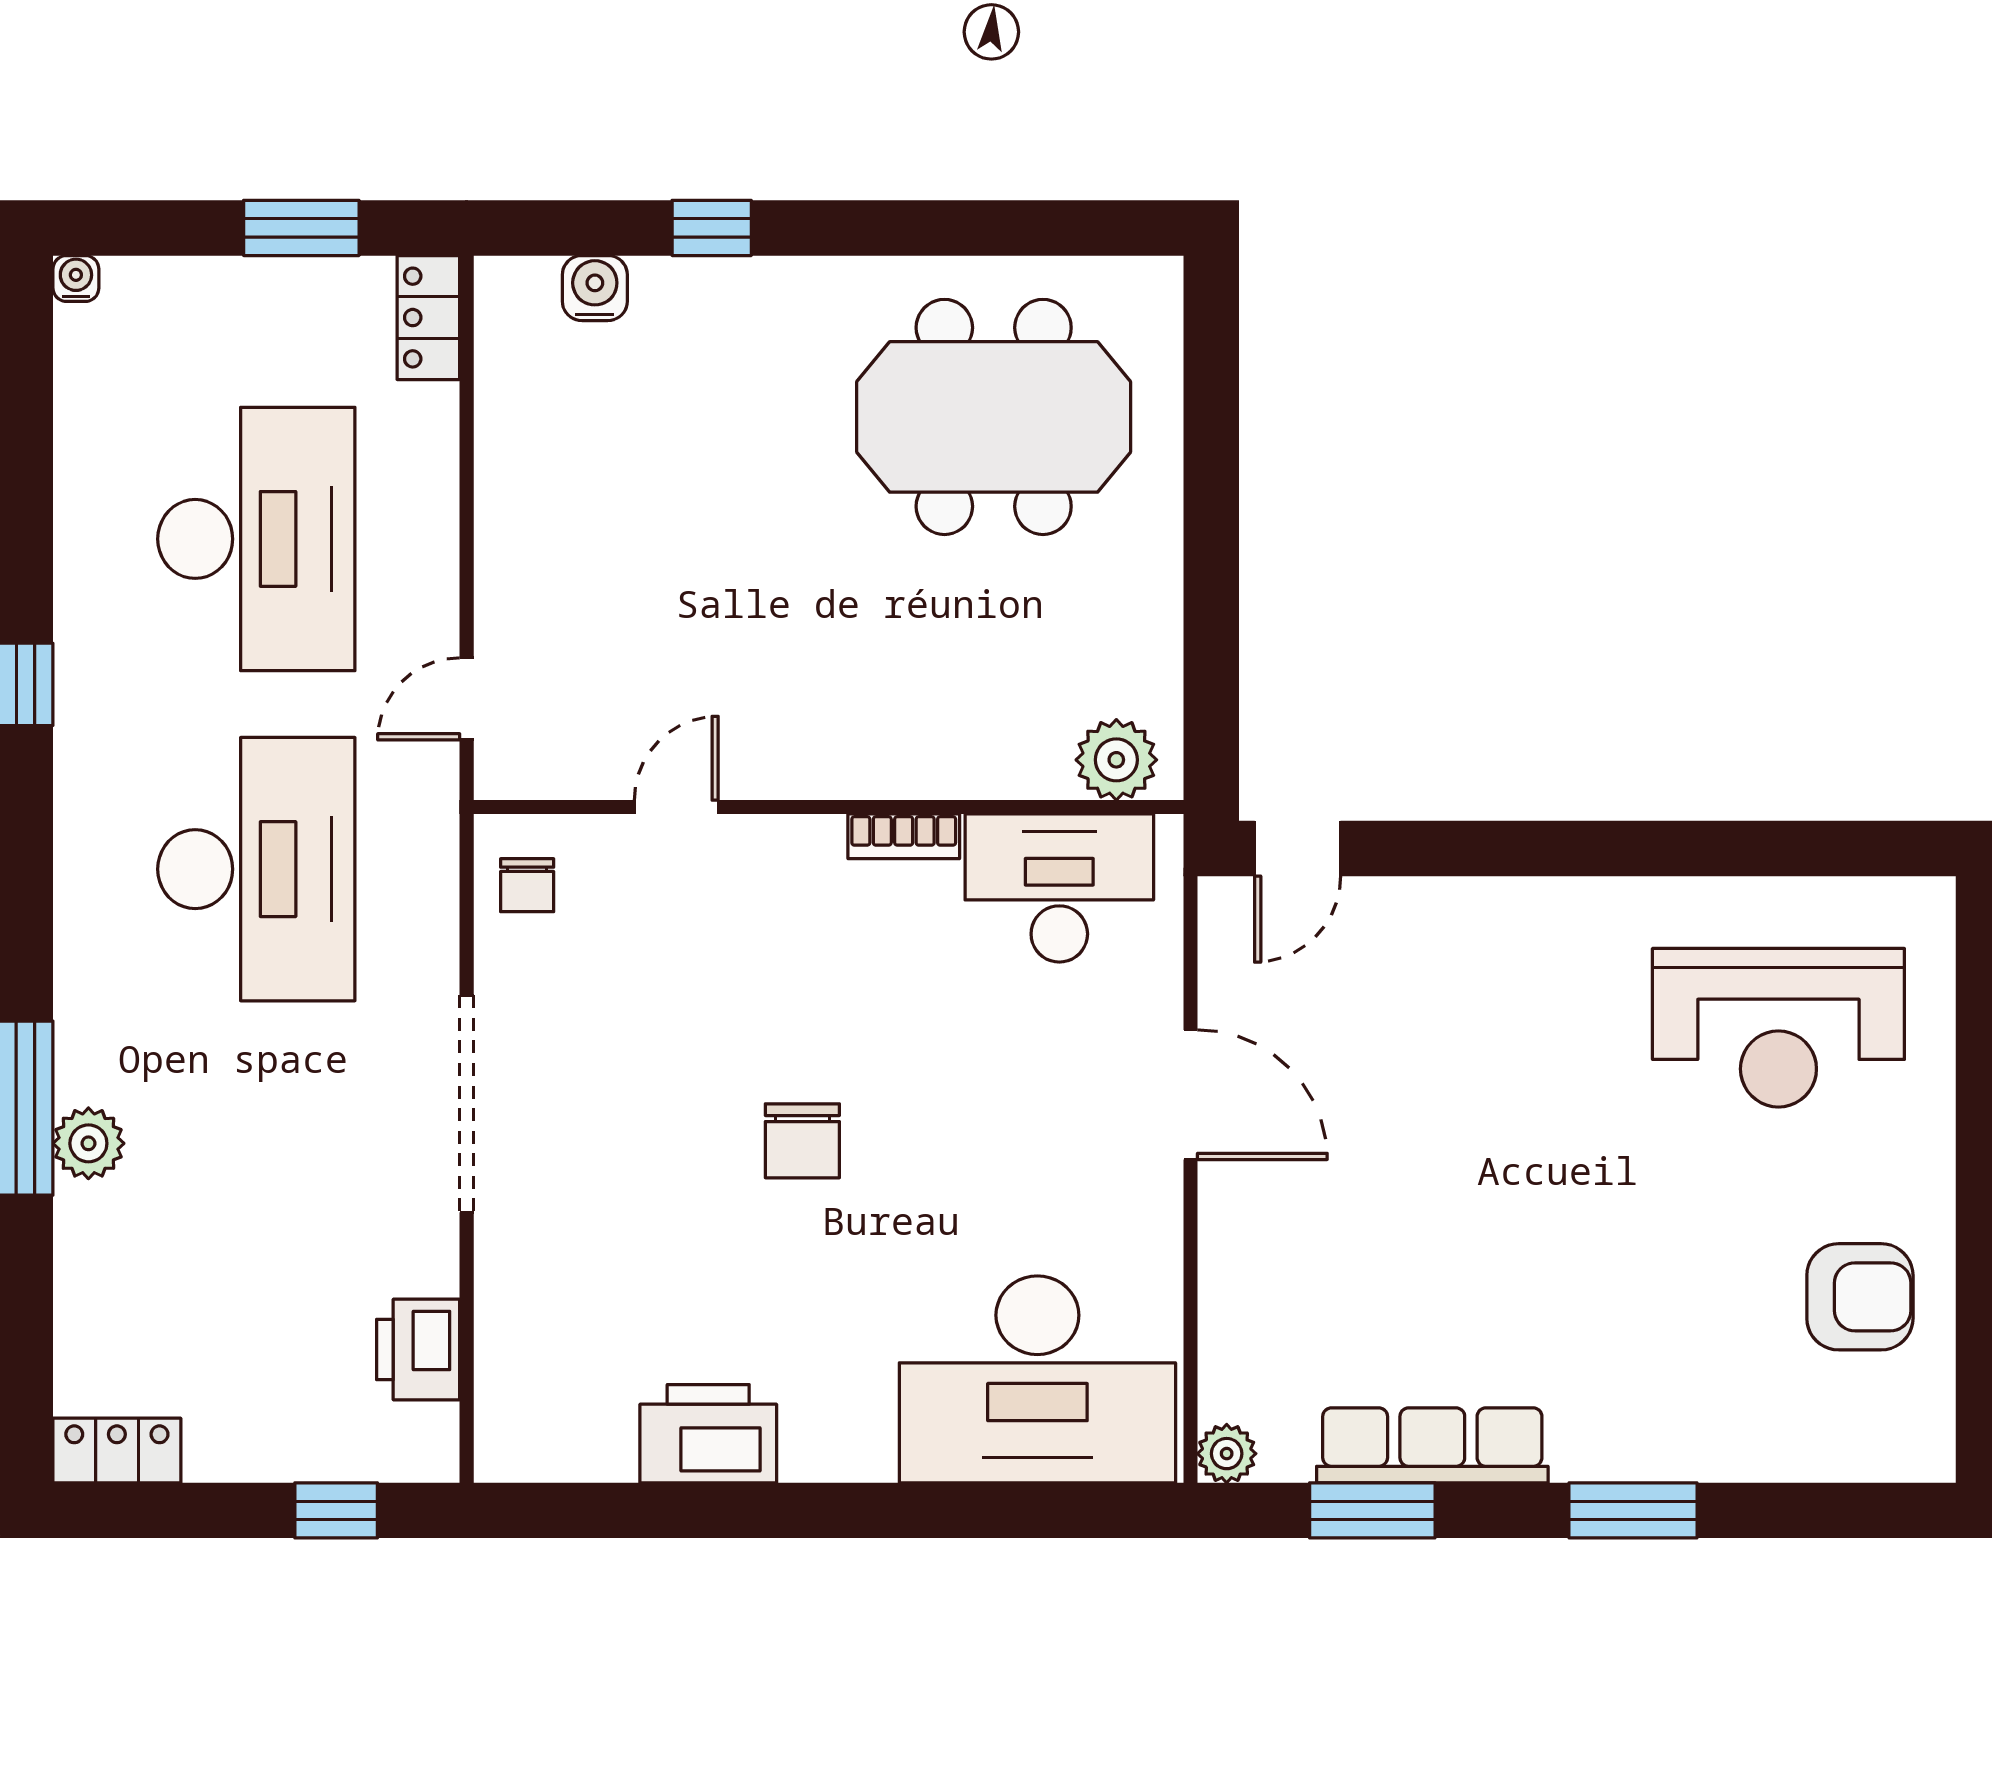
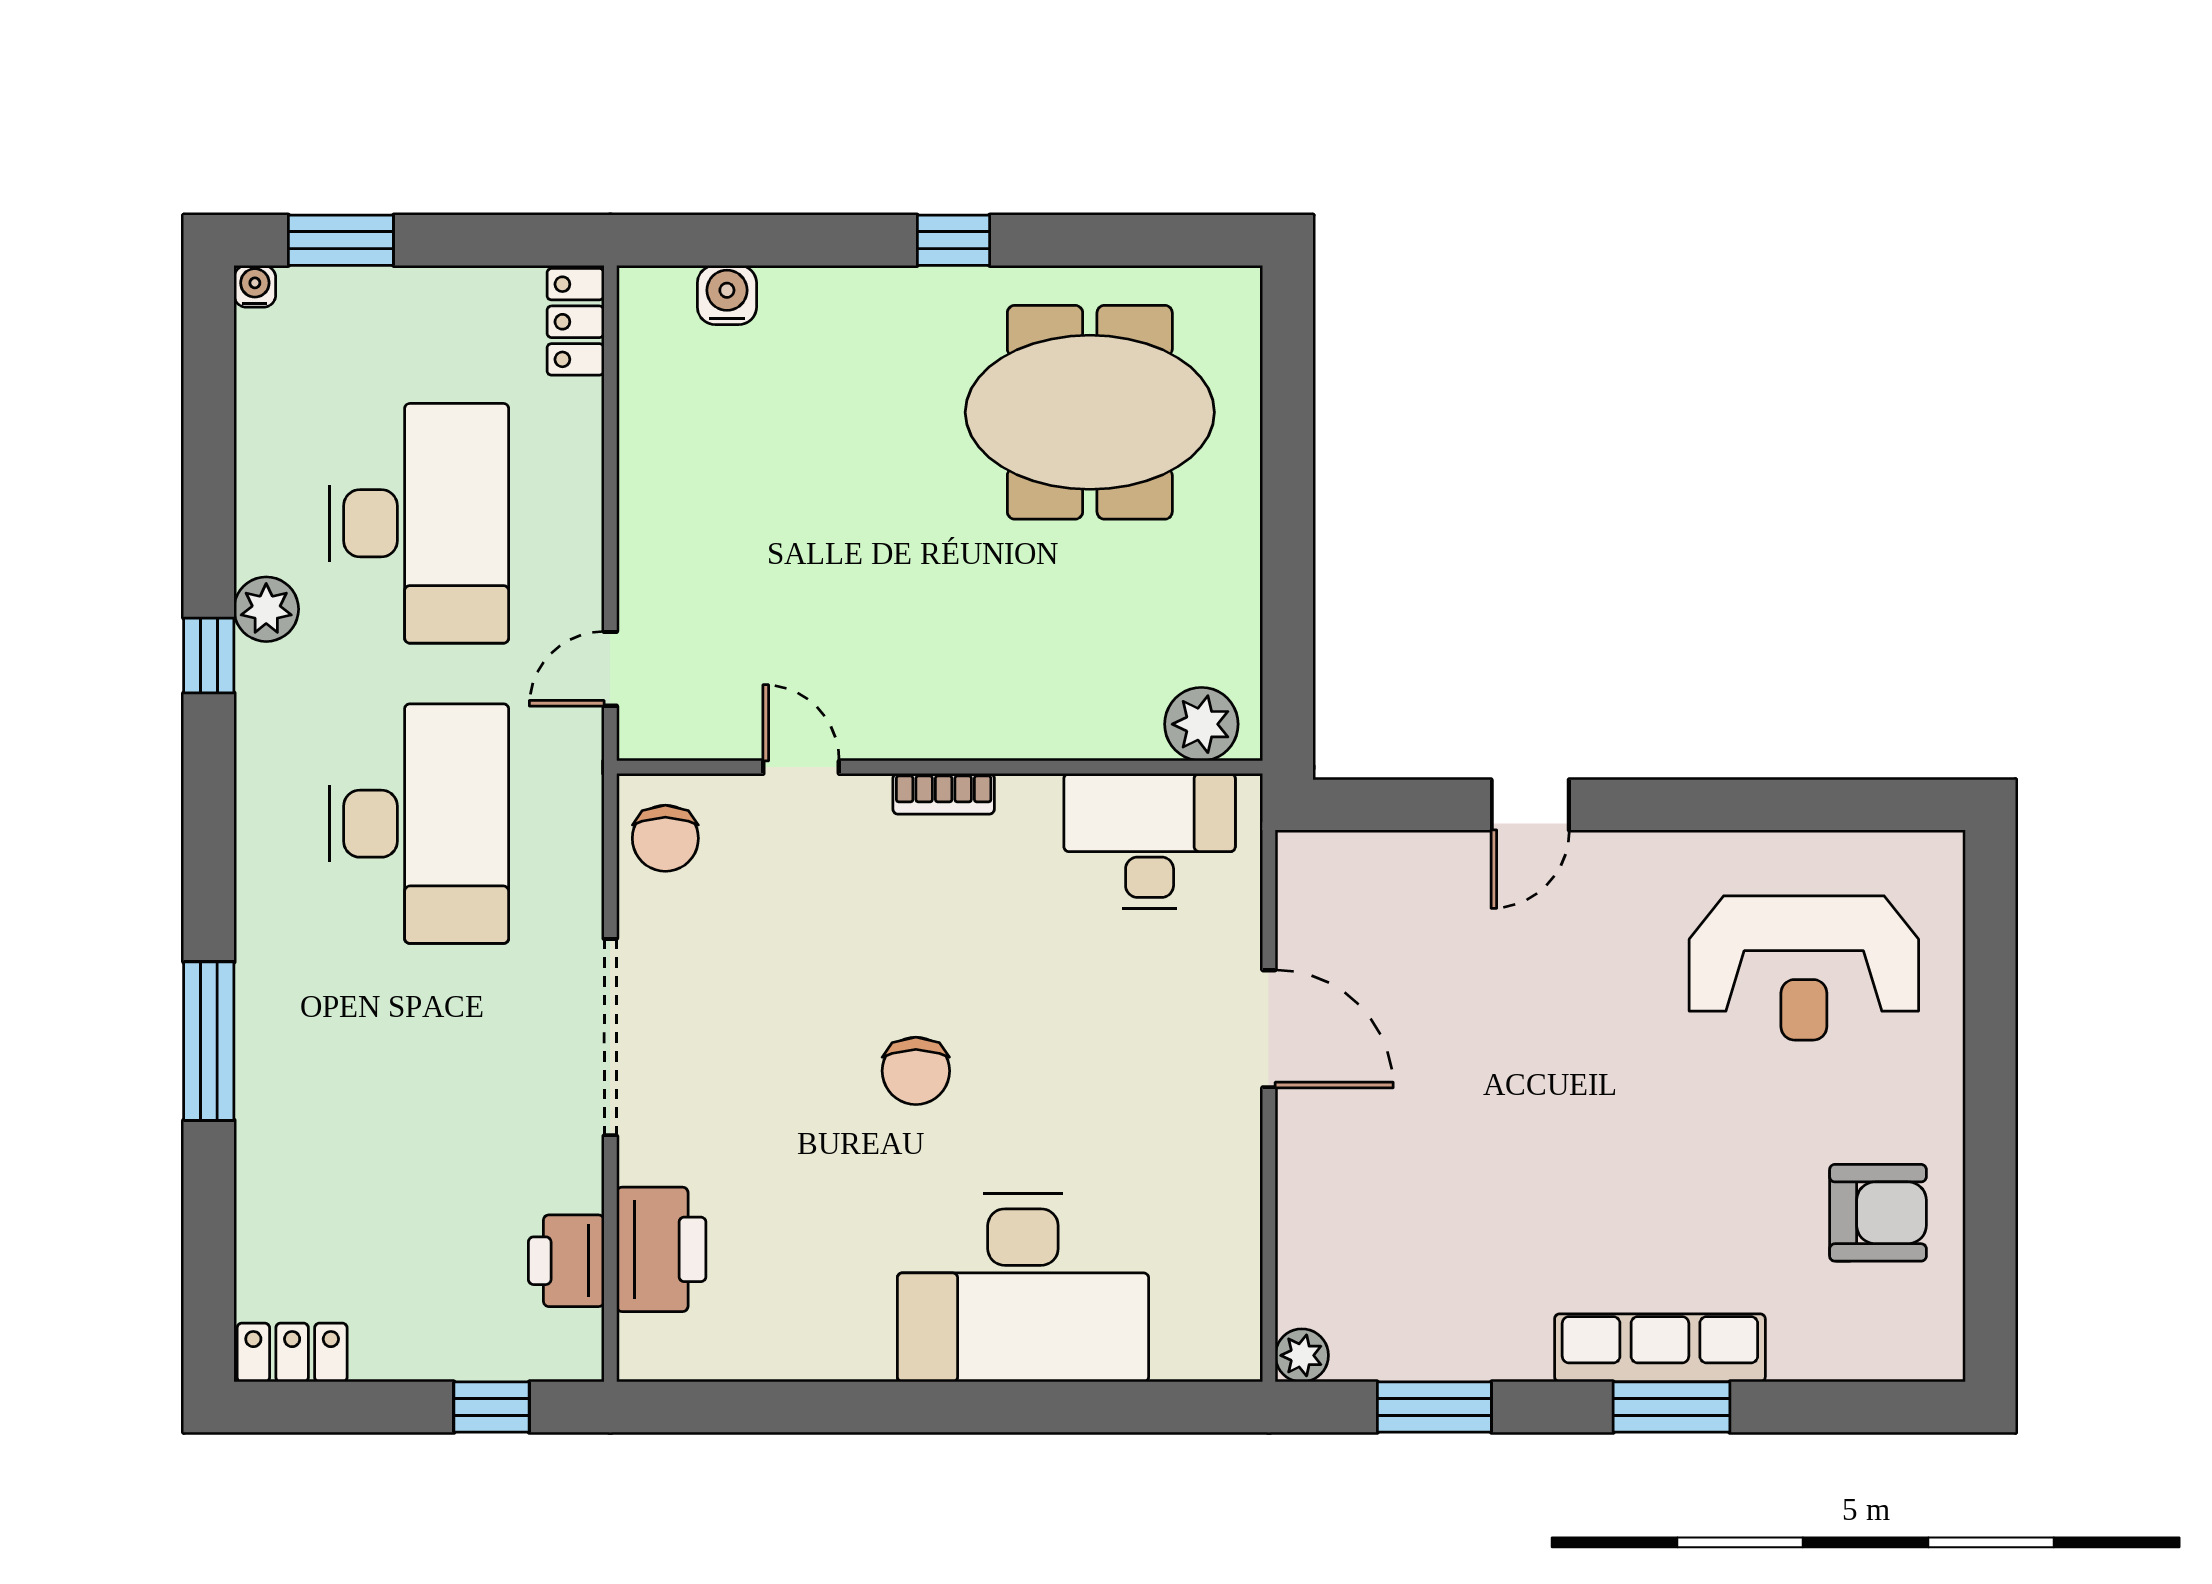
window: (301, 228) -> (341, 240), moved
window: (712, 228) -> (953, 240), moved
door: (676, 807) -> (801, 767), hinge flipped
bookcase: (904, 836) -> (944, 794), moved
door: (1298, 848) -> (1530, 805), moved
chair: (527, 885) -> (665, 838), width x1.37, depth x1.37
plant: (88, 1143) -> (266, 609), moved
desk: (1037, 1379) -> (1023, 1288), moved
printer: (708, 1434) -> (661, 1249), moved, turned 90
row of seats: (1432, 1445) -> (1660, 1348), moved

